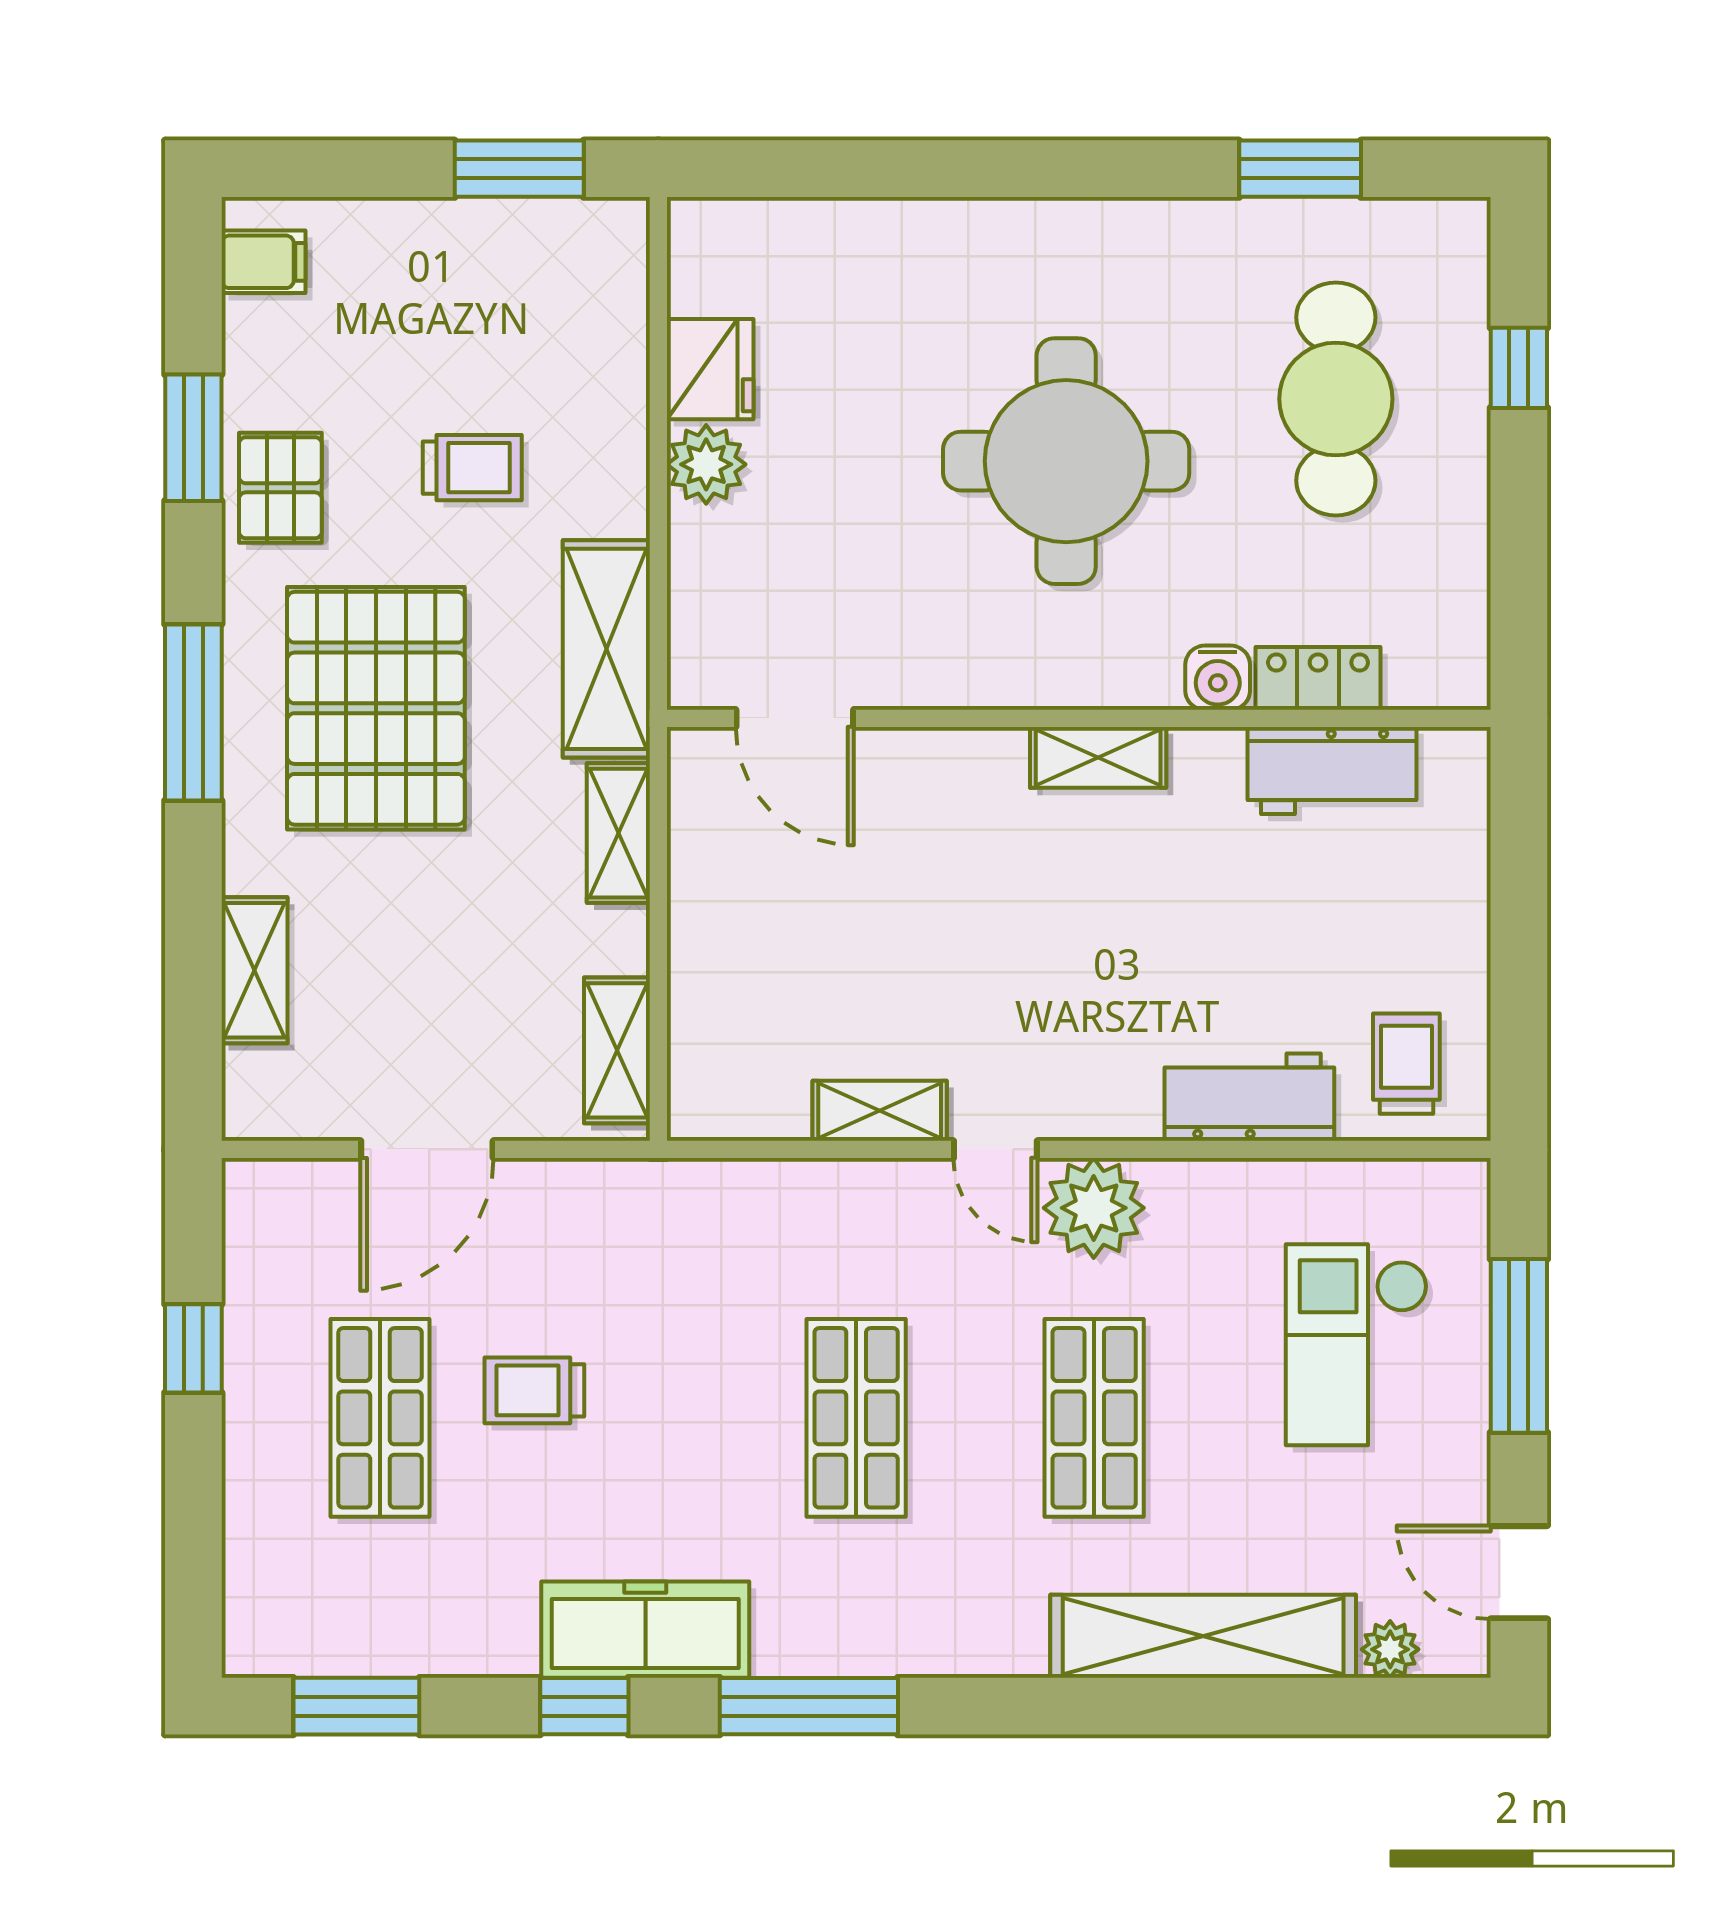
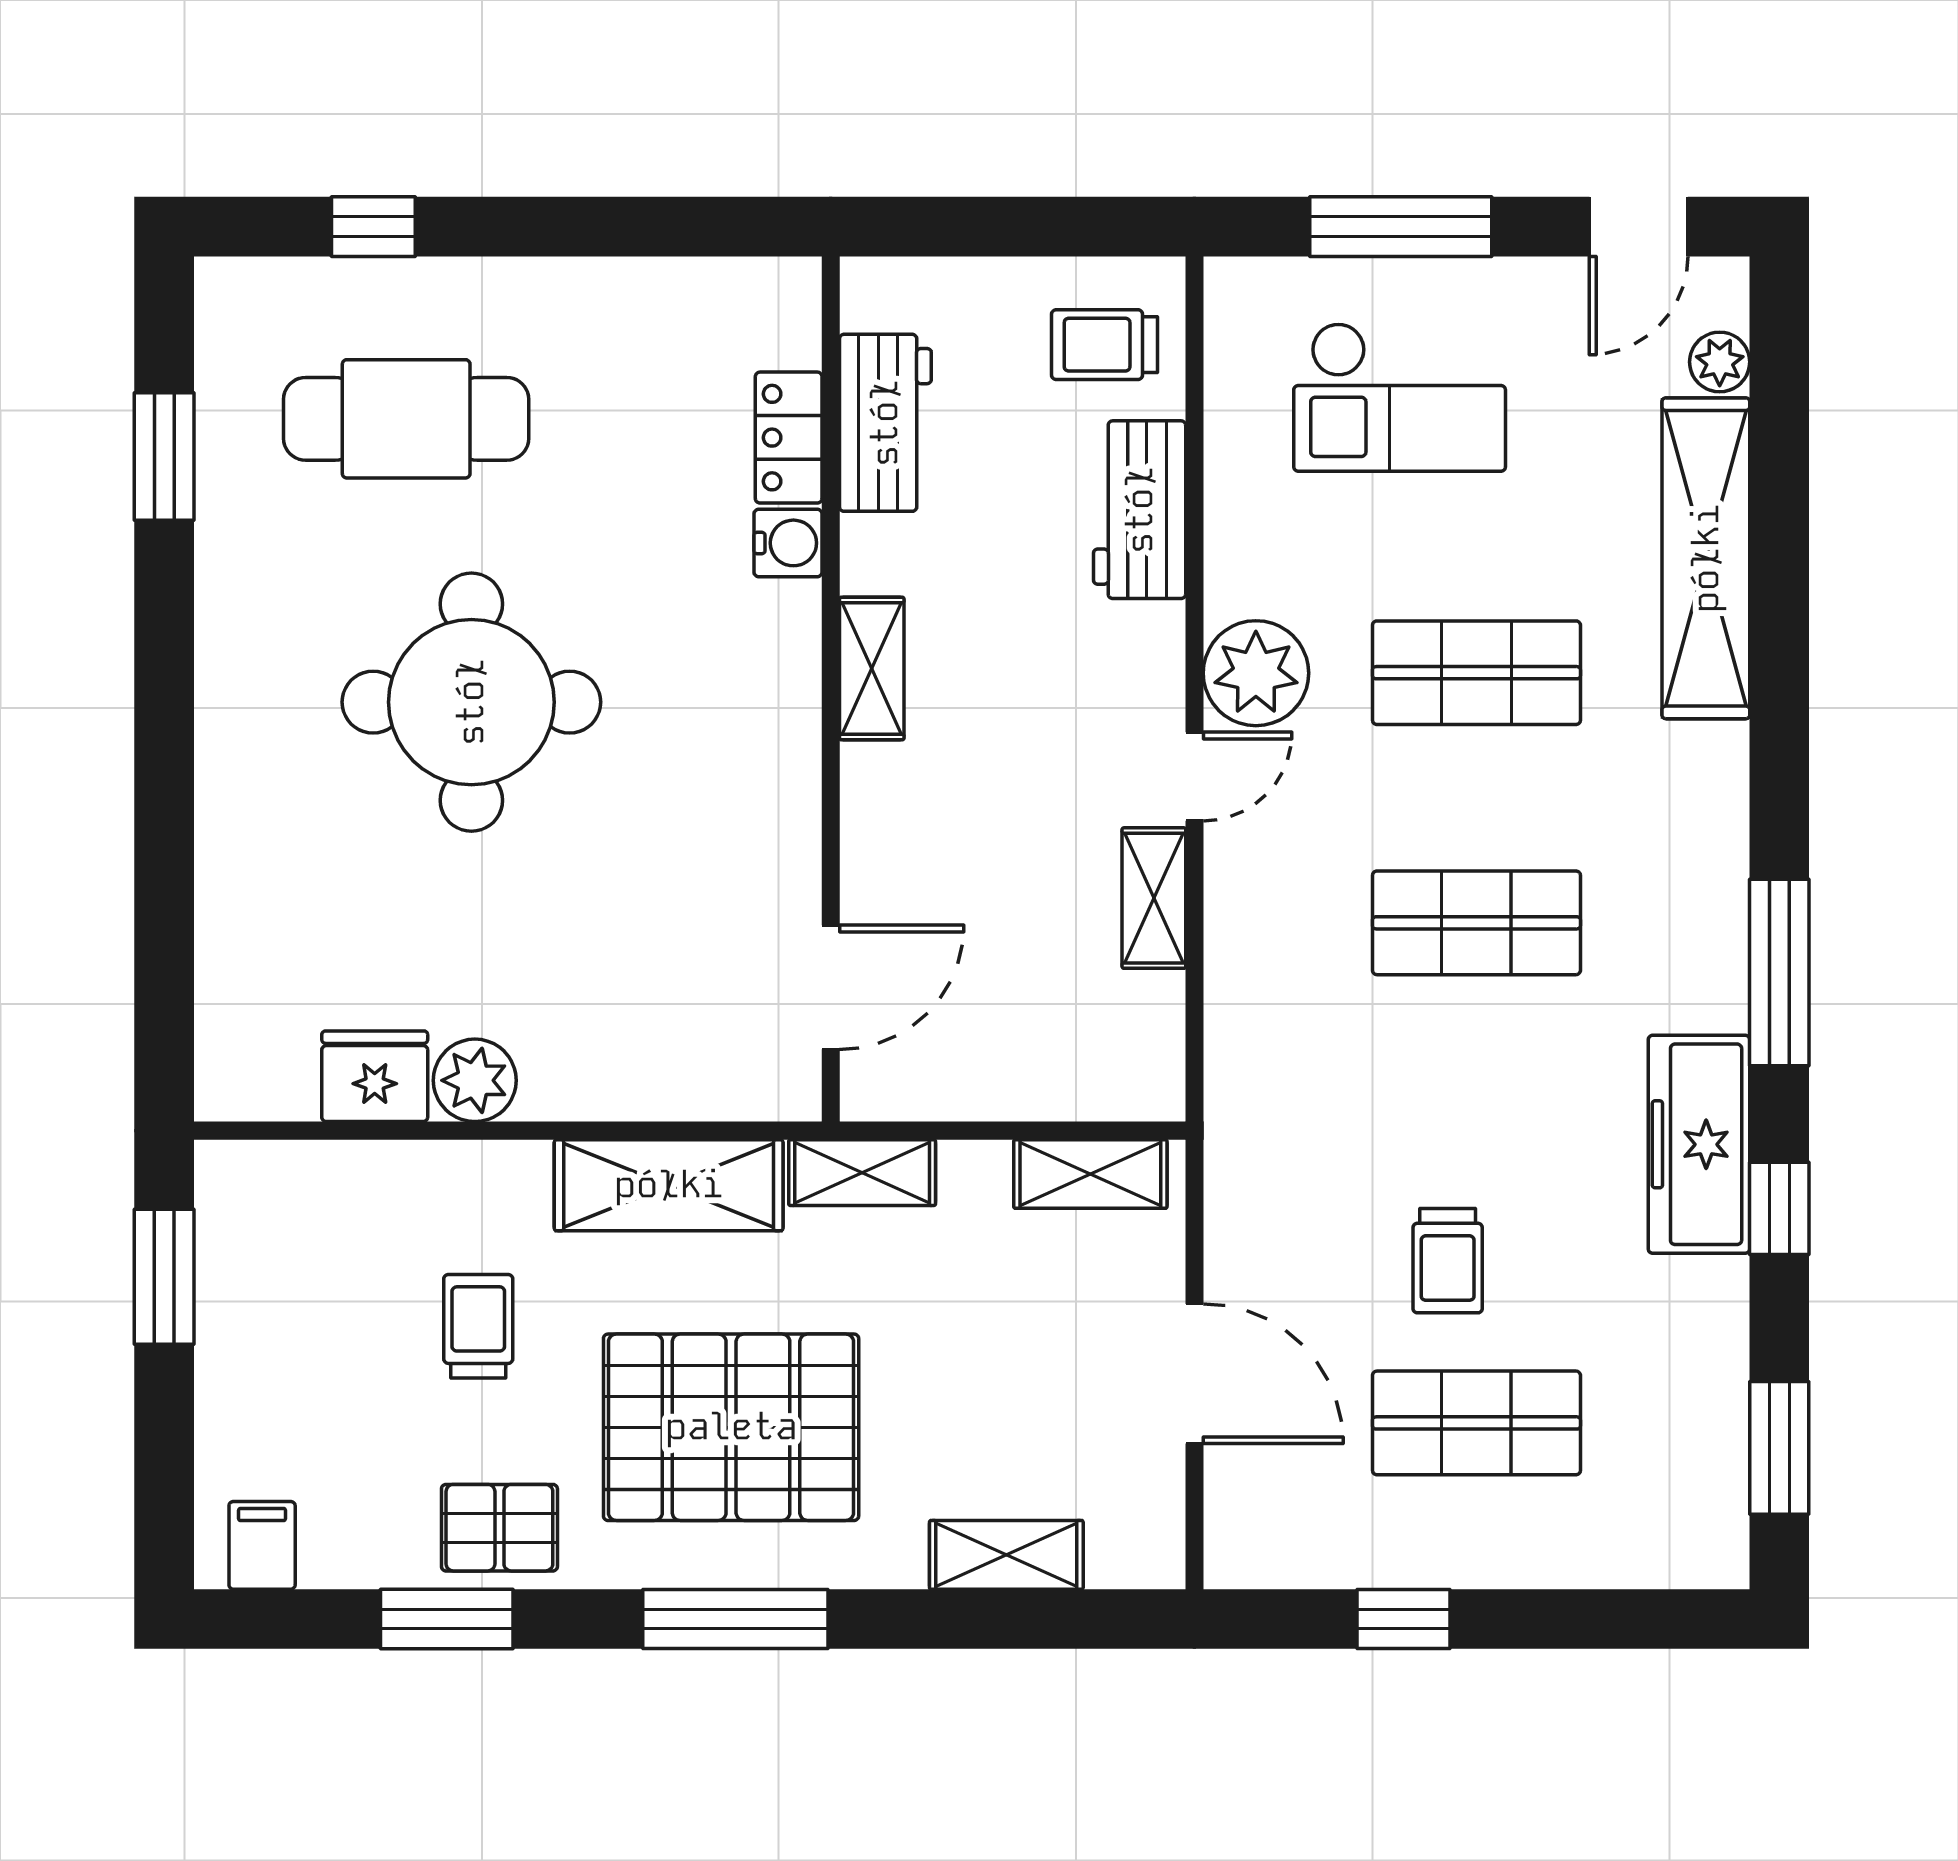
water cooler: (1218, 678) -> (788, 543), moved
locker: (1318, 678) -> (789, 438), moved
door: (795, 718) -> (831, 987), moved
wall: (1079, 718) -> (831, 689), moved
shelving: (1098, 757) -> (872, 669), moved
workbench: (1332, 770) -> (885, 423), moved

